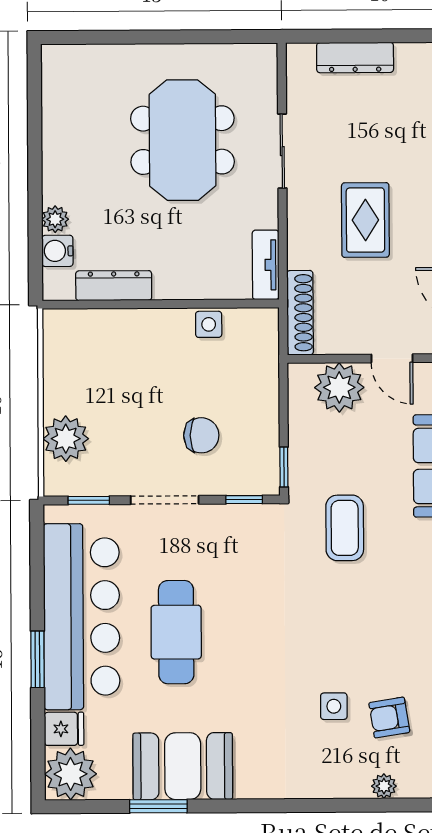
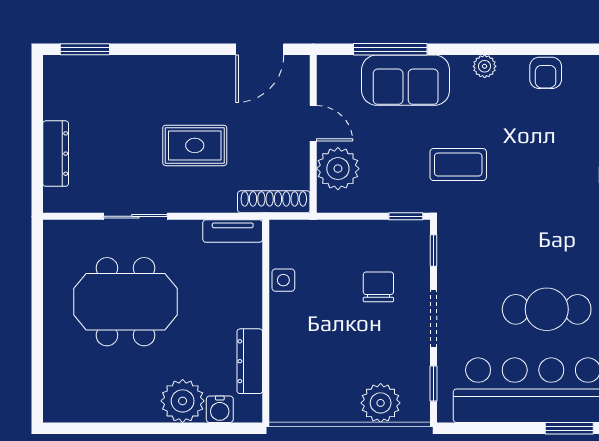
plant: (55, 219) -> (183, 401), width x1.87, depth x1.87
door: (392, 358) -> (313, 123), hinge flipped

